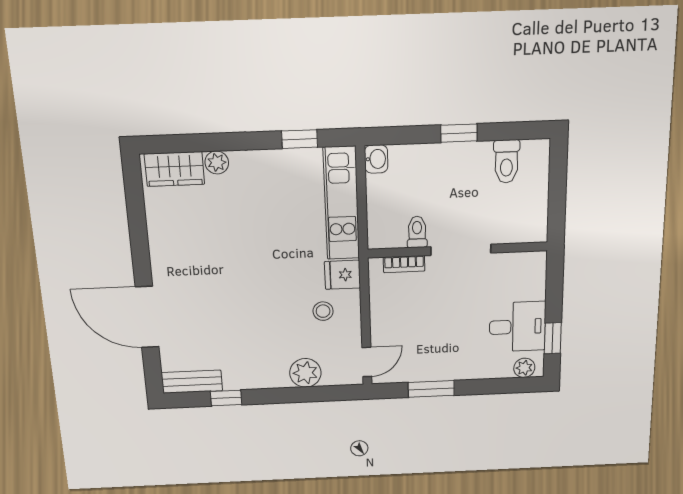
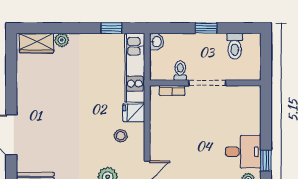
toilet: (417, 232) -> (180, 71), moved
wall: (458, 250) -> (205, 83), moved
doorway: (461, 250) -> (207, 83), moved
bookcase: (404, 264) -> (172, 91), moved

